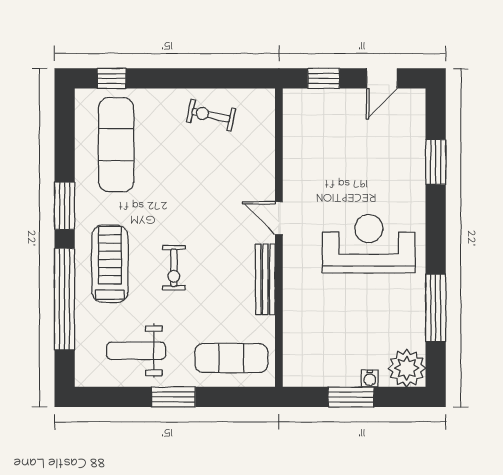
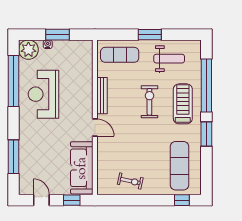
door: (382, 78) -> (41, 200), hinge flipped
sofa: (304, 141) -> (82, 168), added
window: (436, 162) -> (13, 157), width x1.44
reception desk: (369, 244) -> (43, 94), moved, turned 90
treadmill: (110, 264) -> (183, 104), turned 180
exercise bike: (174, 268) -> (149, 102), width x1.38, depth x1.39
window: (436, 308) -> (13, 81), width x1.46

